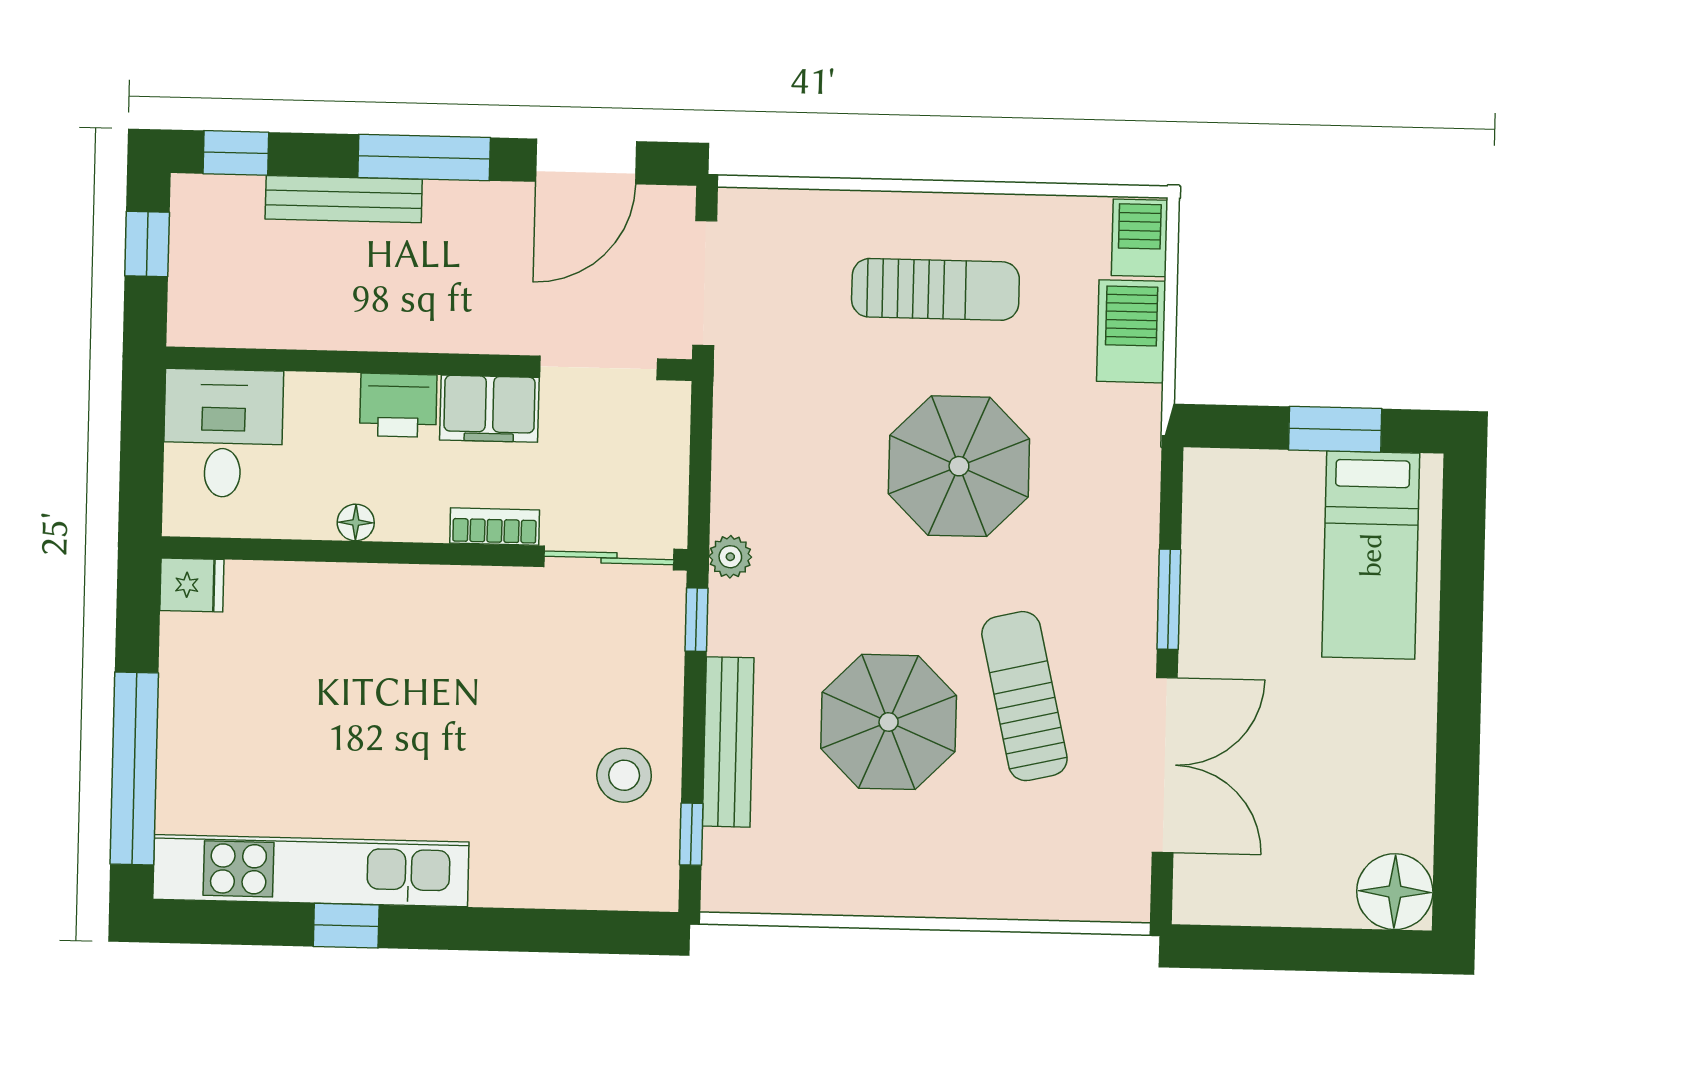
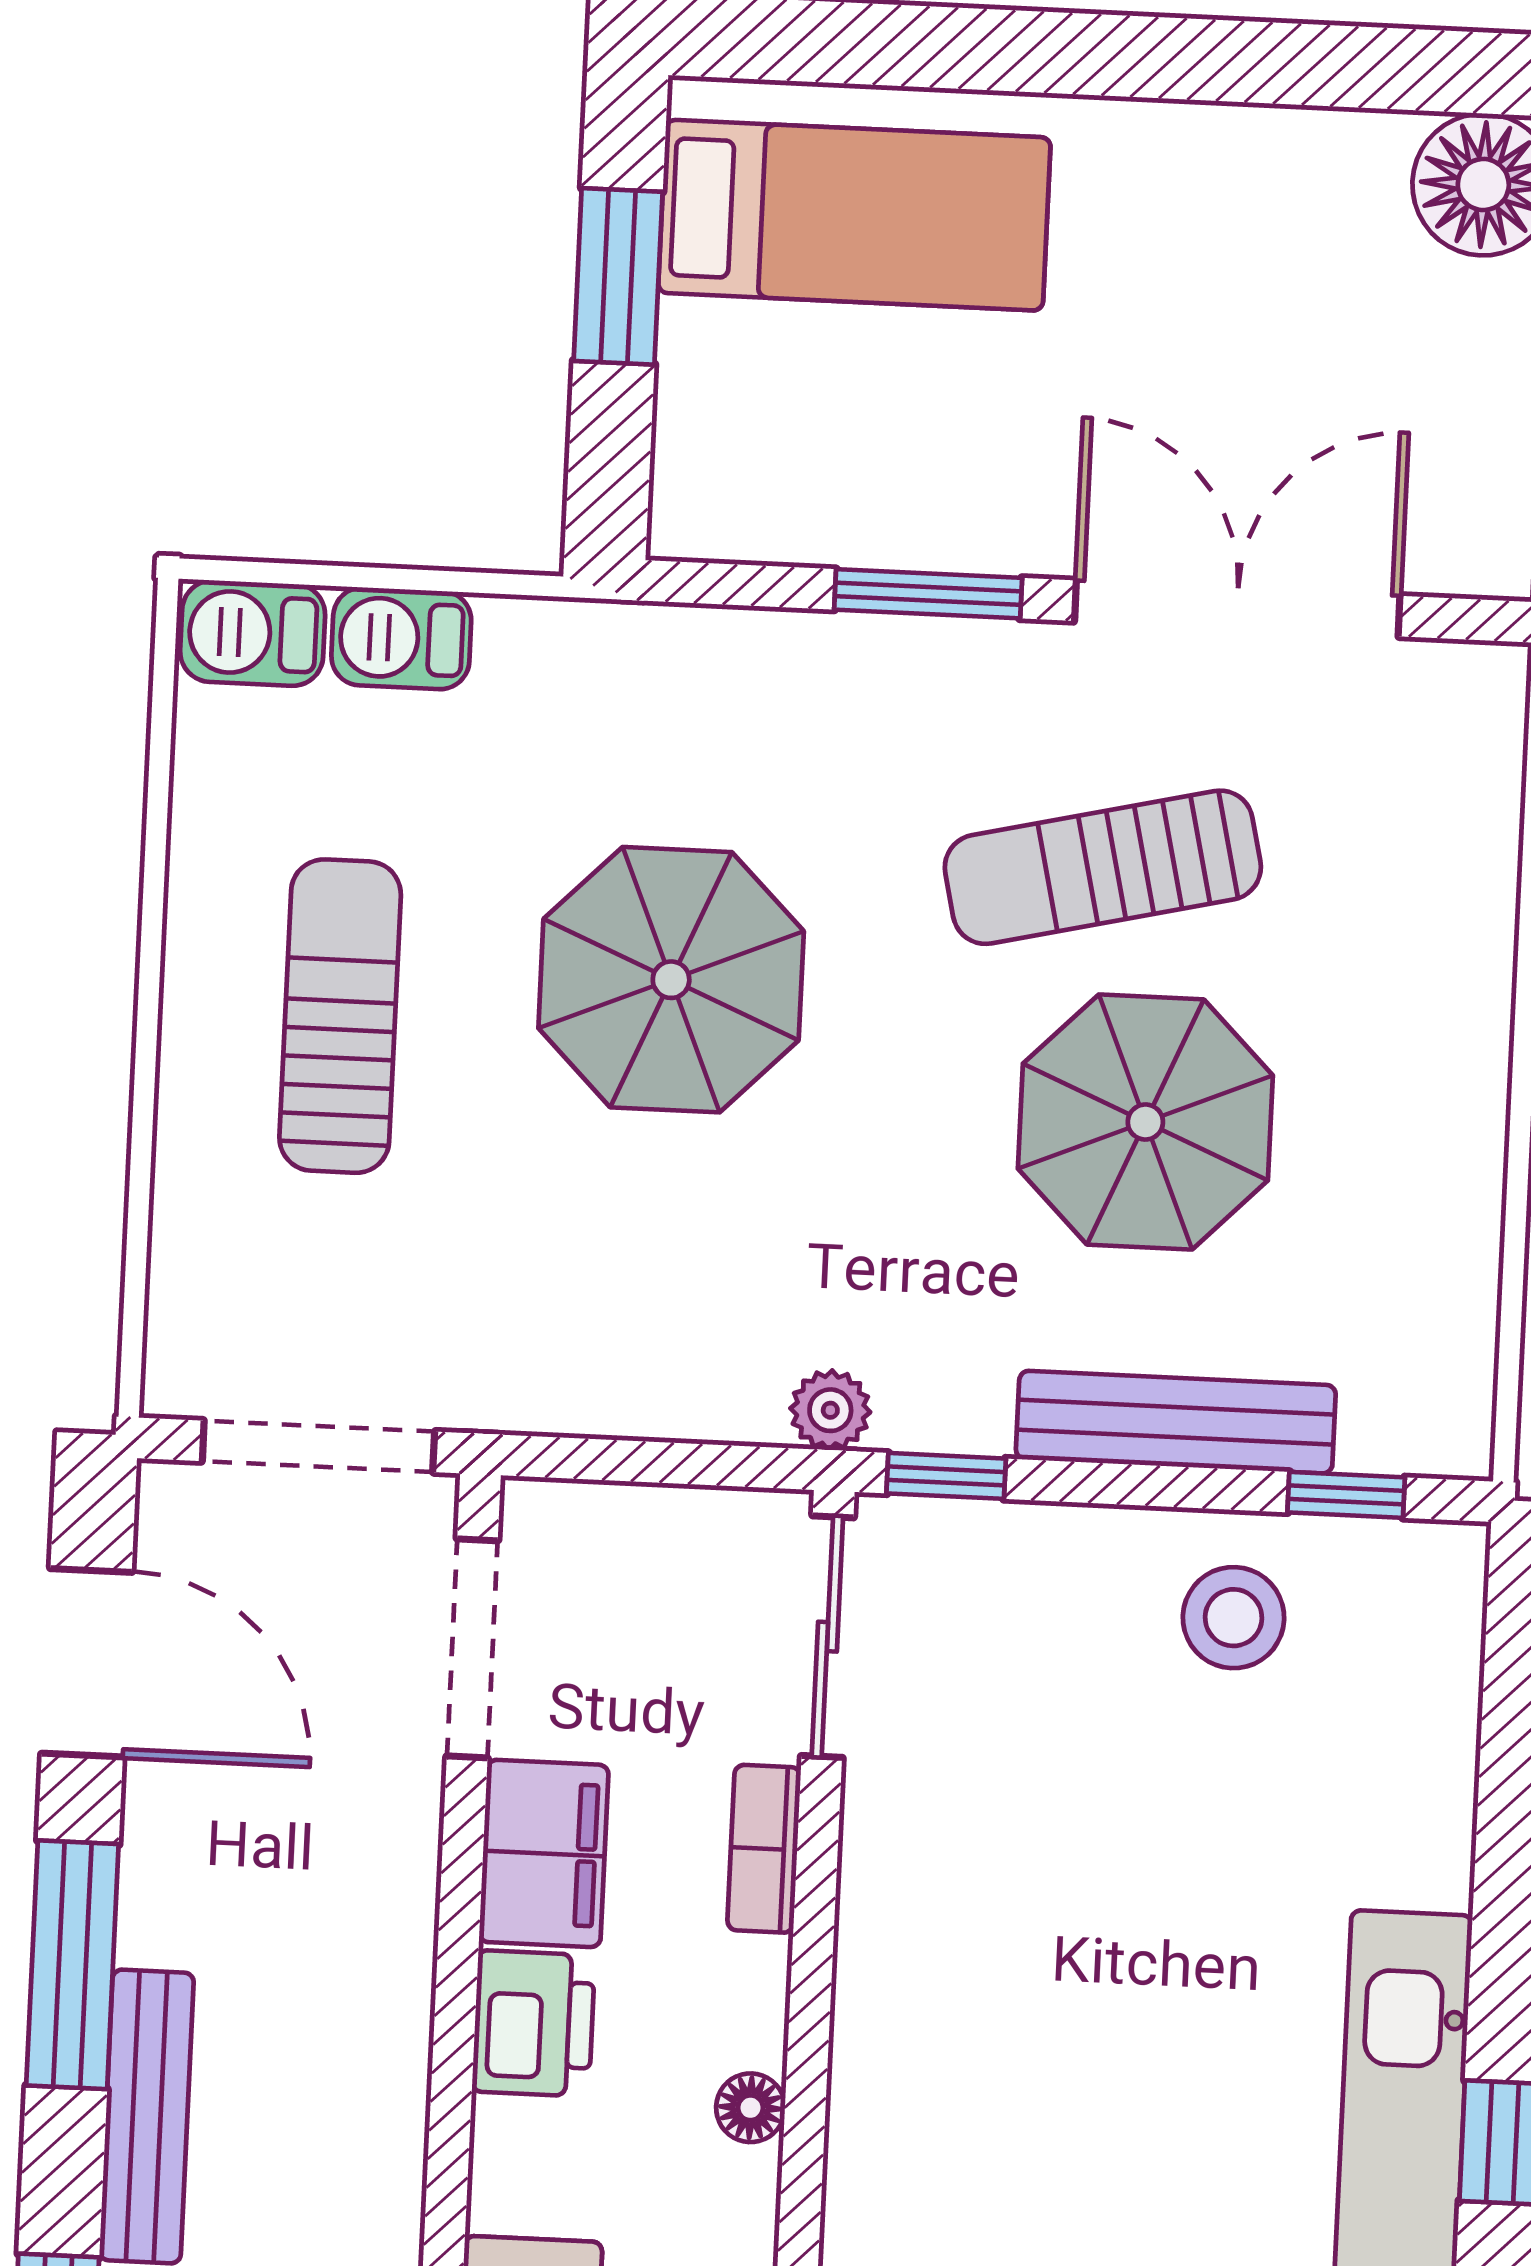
barbecue: (1131, 331) -> (401, 638), width x0.73, depth x0.79

